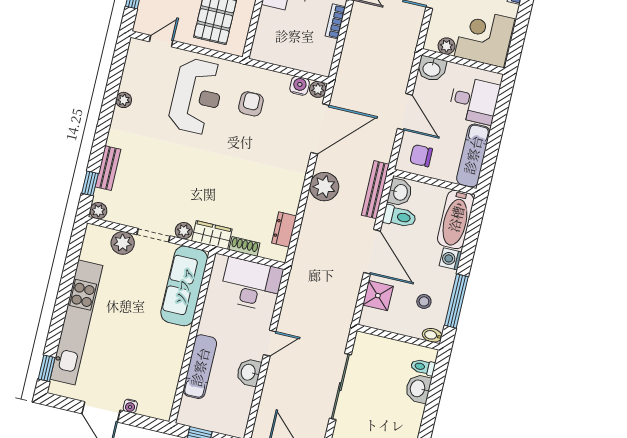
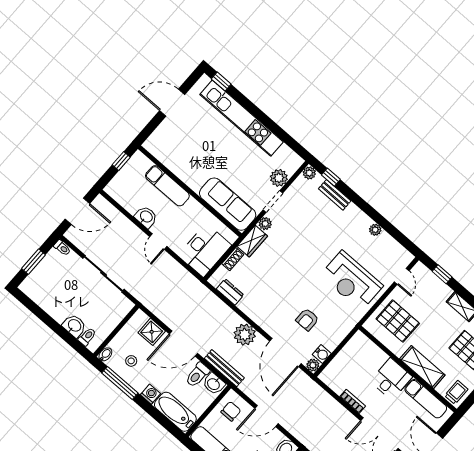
armchair: (251, 104) -> (307, 320), moved, turned 90
water cooler: (130, 406) -> (166, 125), removed

